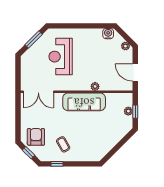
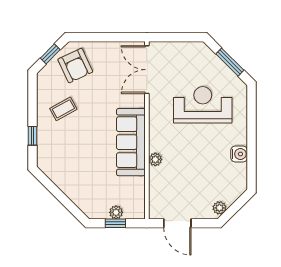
water cooler: (108, 34) -> (239, 154), moved
door: (135, 73) -> (177, 223), swing flipped
armchair: (36, 137) -> (75, 66), turned 65
window: (57, 164) -> (32, 136), moved

